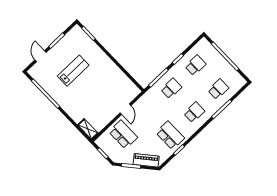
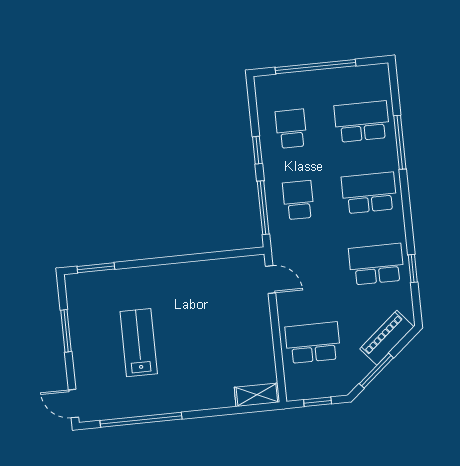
door: (41, 56) -> (73, 404), moved
school desk: (218, 89) -> (362, 122), width x1.85
door: (126, 109) -> (270, 279), moved
school desk: (194, 112) -> (369, 193), width x1.85

